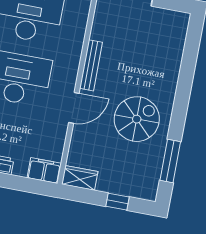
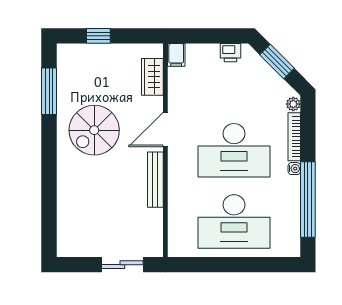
filing cabinet: (44, 171) -> (176, 55), width x0.50
wardrobe: (80, 178) -> (152, 77), moved, turned 90

